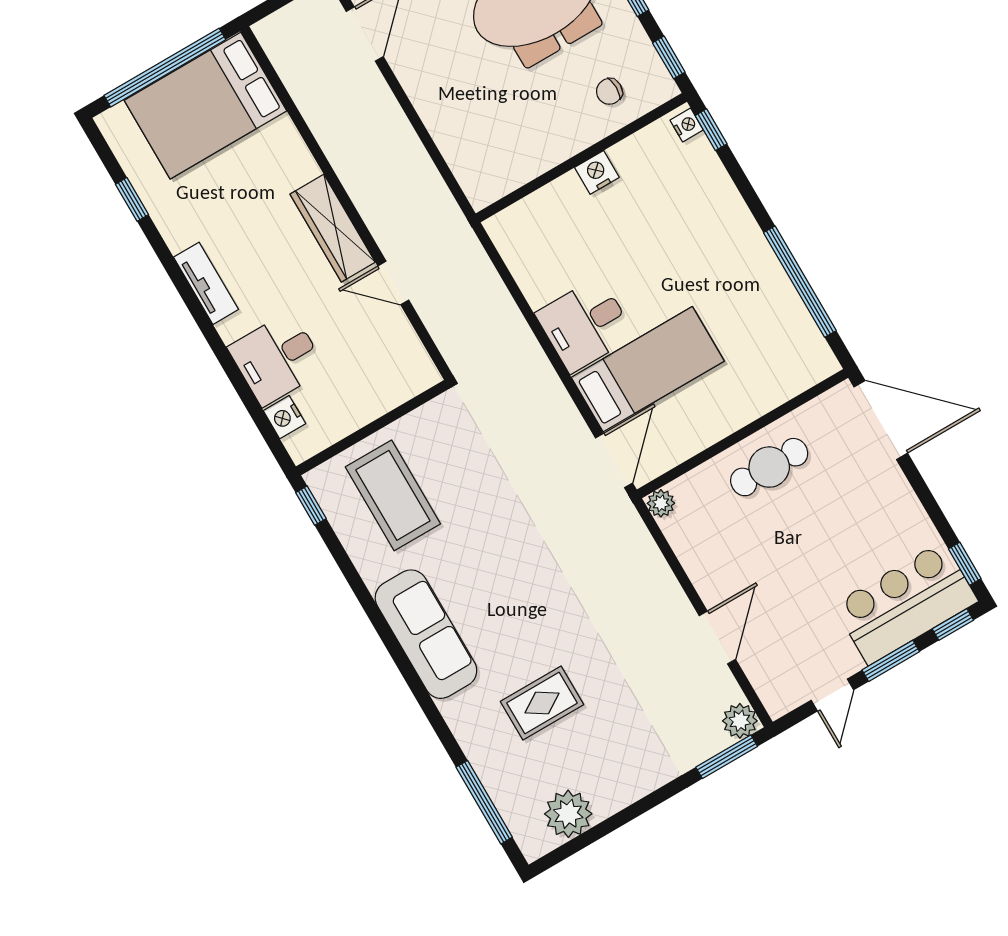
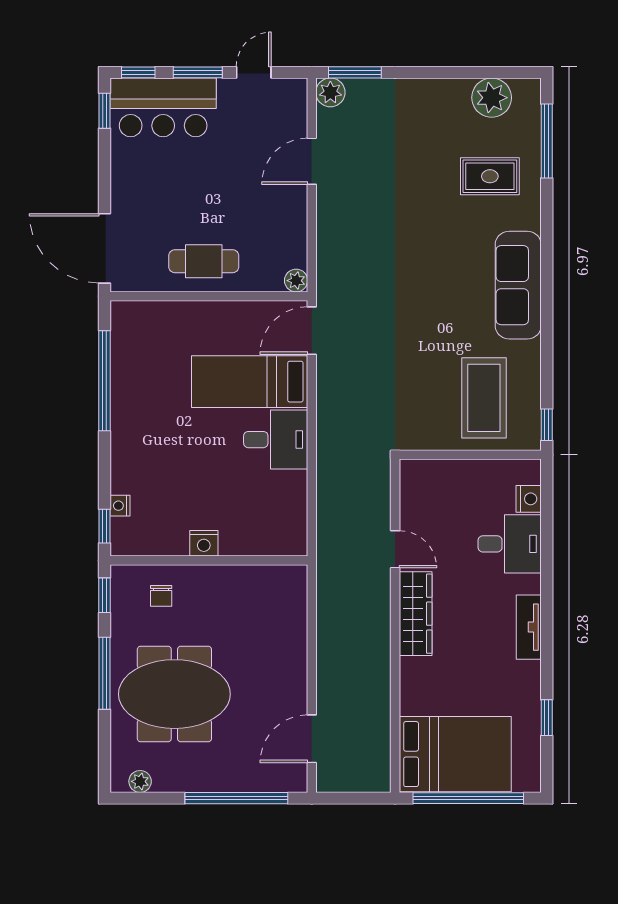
chair: (609, 91) -> (161, 596), turned 90
nightstand: (687, 125) -> (120, 506), moved
rug: (542, 703) -> (490, 176), moved

